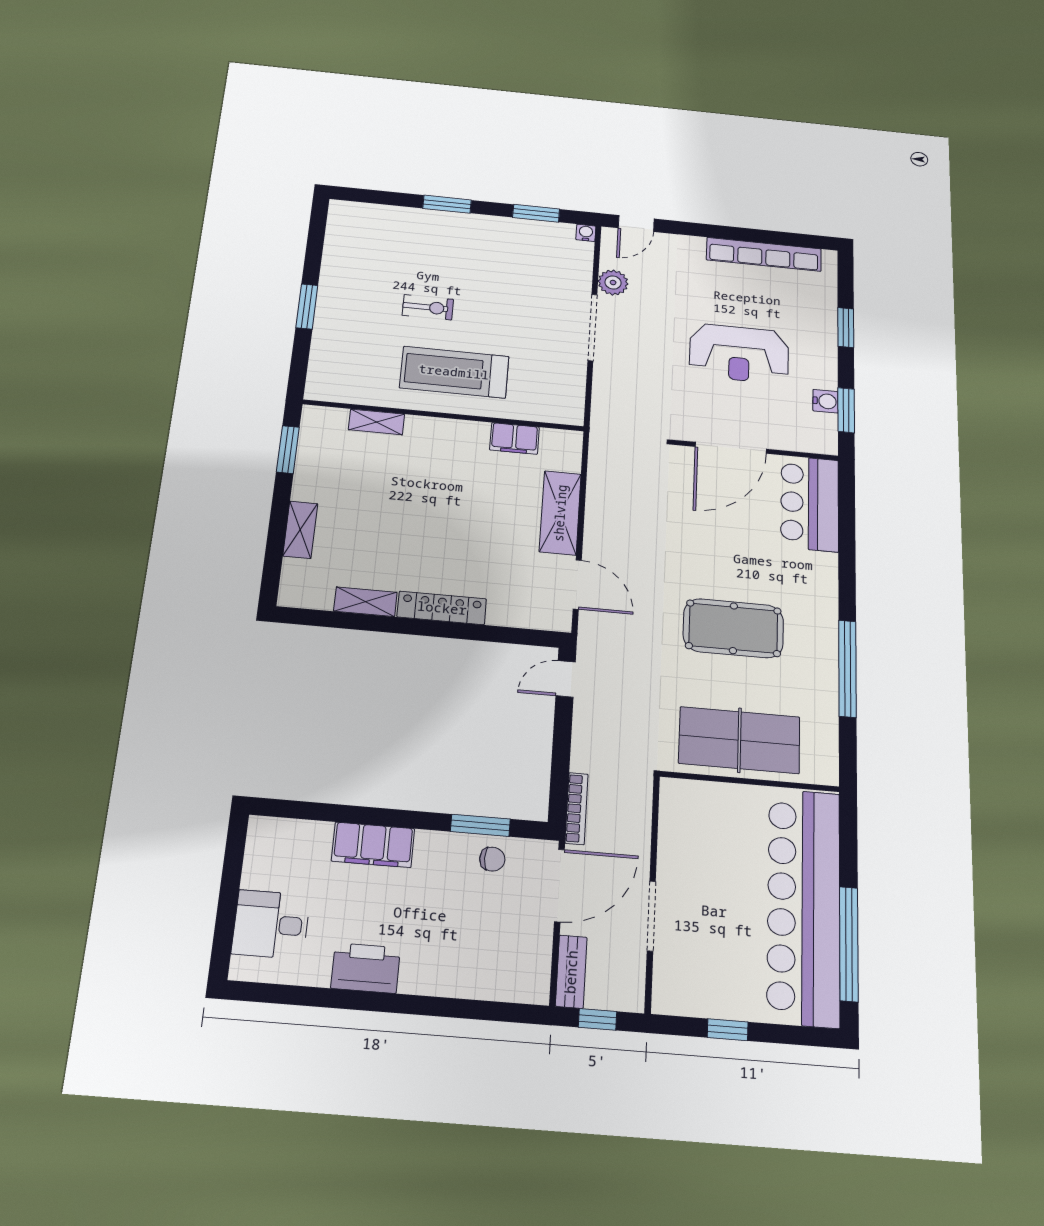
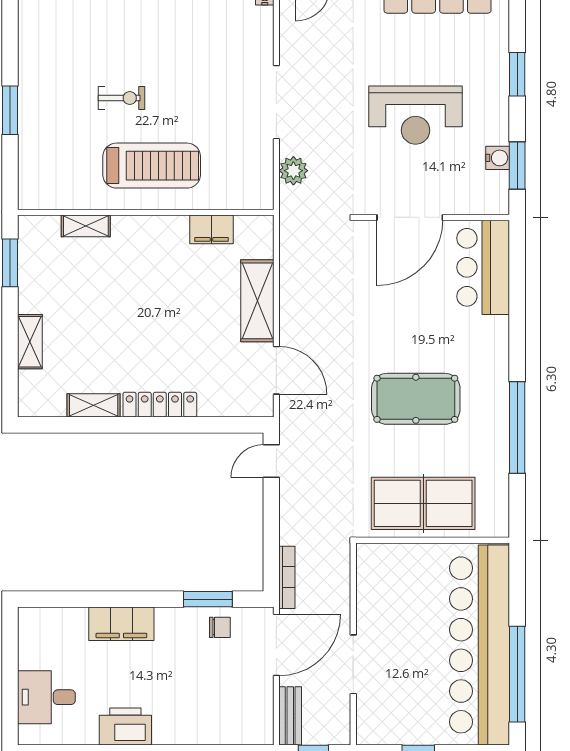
plant: (613, 282) -> (293, 171), moved
treadmill: (454, 372) -> (152, 166), turned 180

